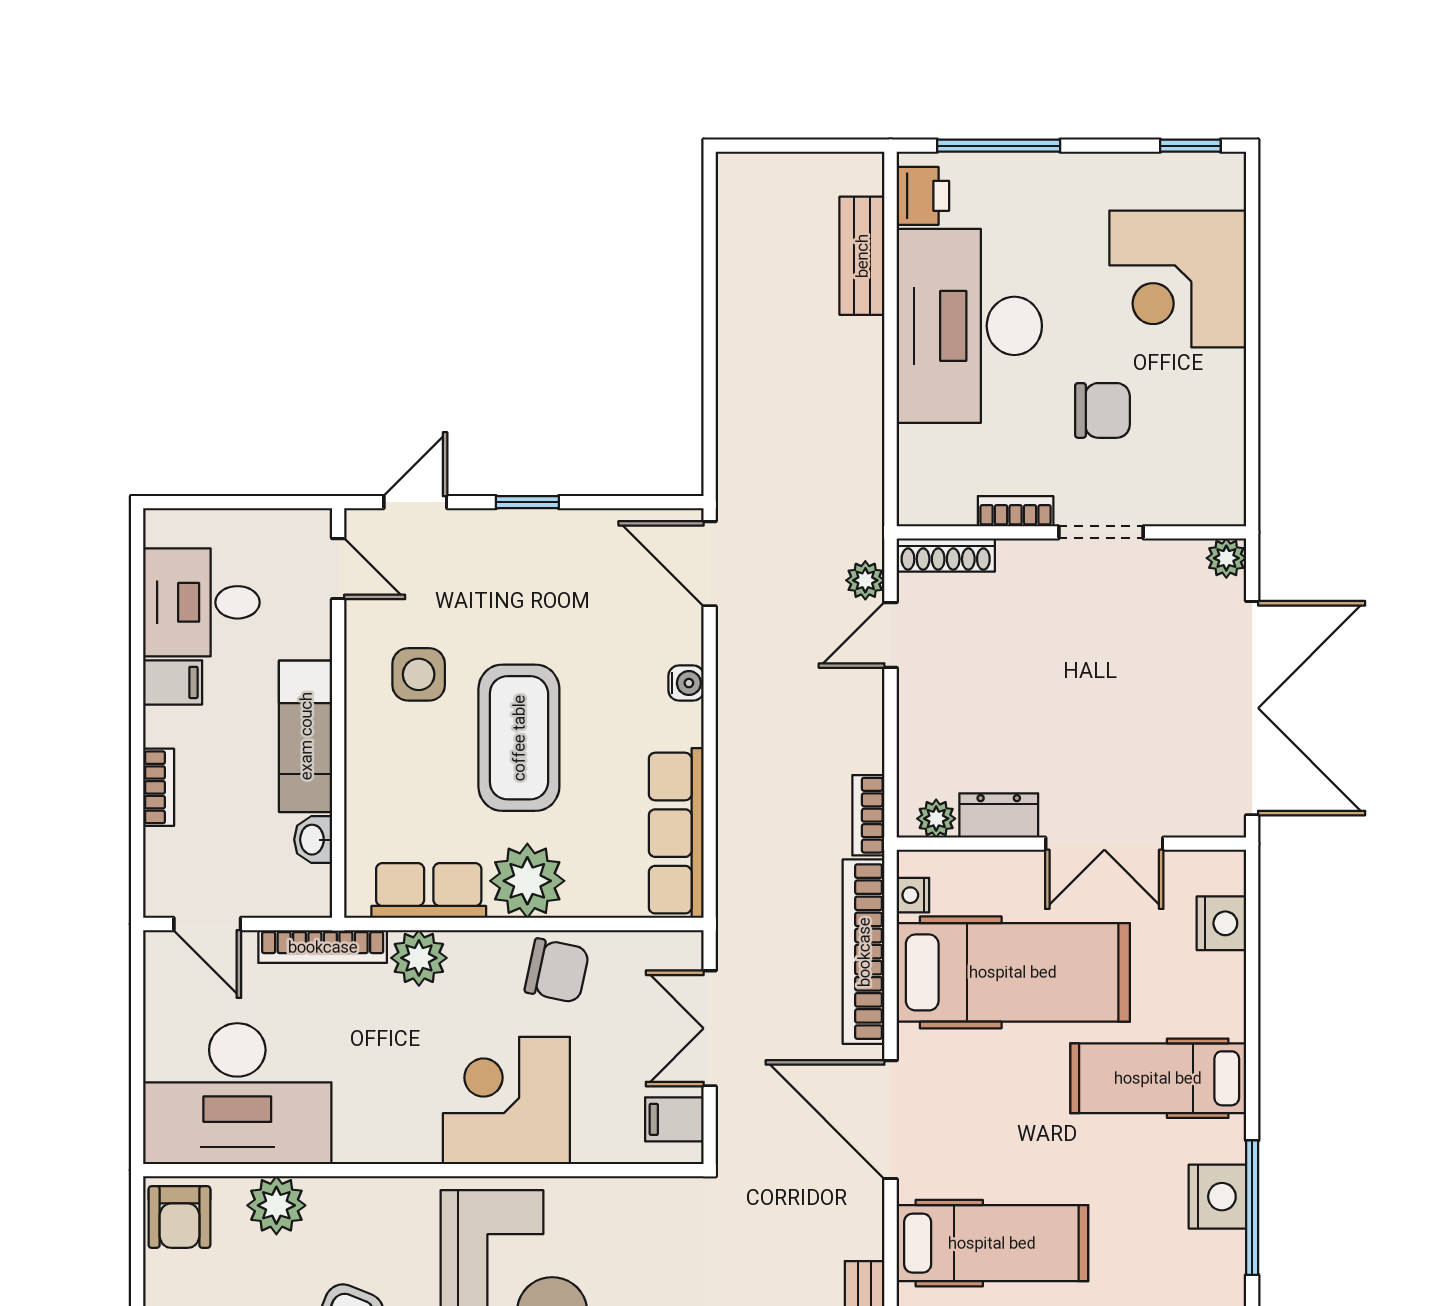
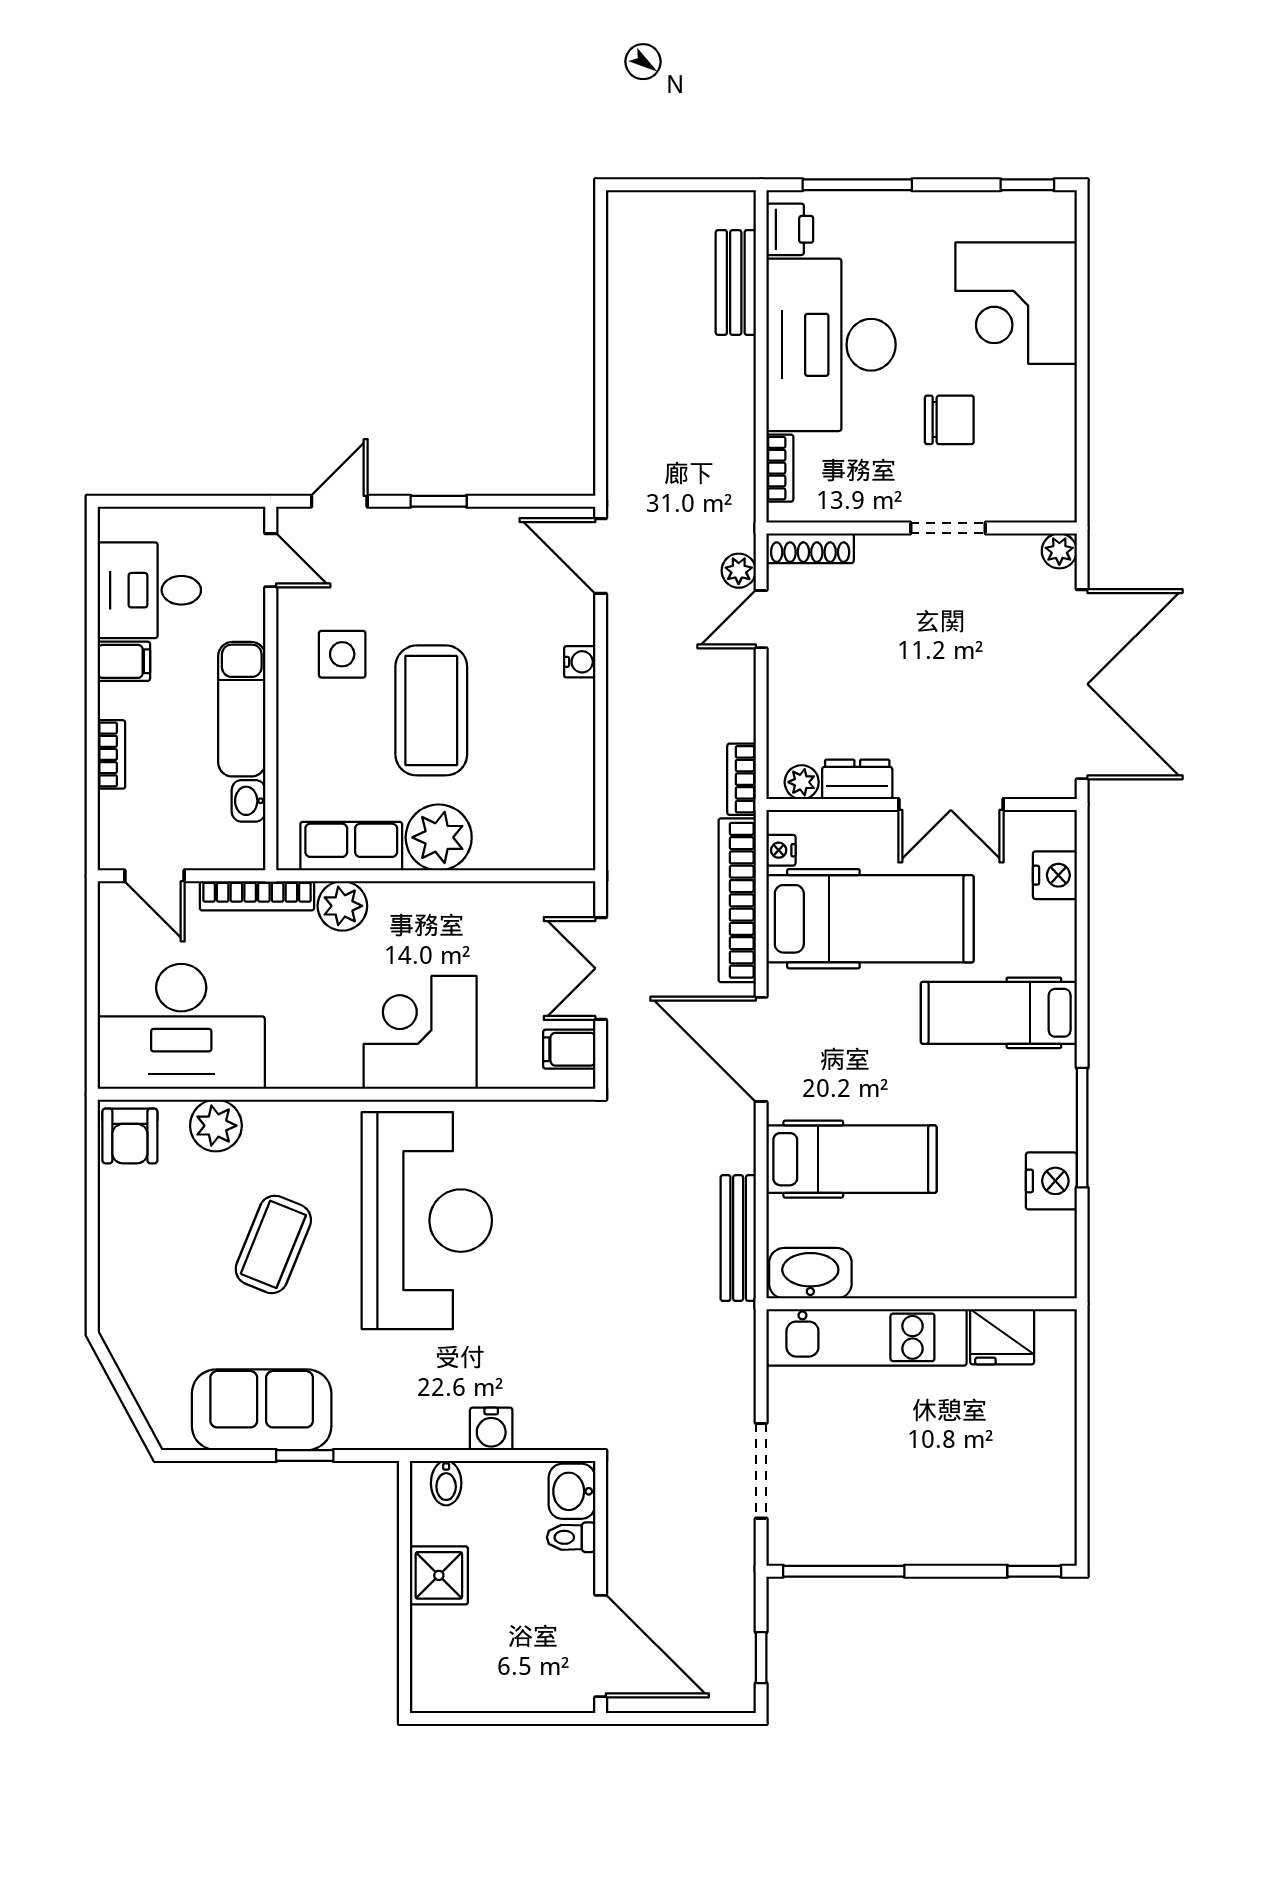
bookcase: (1016, 511) -> (780, 468), moved, turned 90
row of seats: (676, 833) -> (571, 795), removed
chair: (557, 971) -> (465, 917), removed
nightstand: (1217, 1197) -> (1051, 1181), moved

